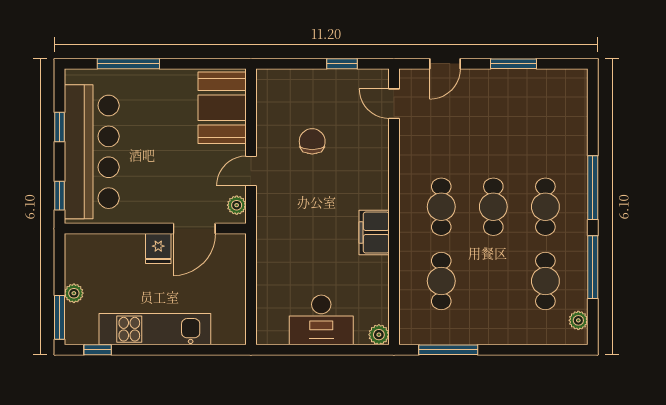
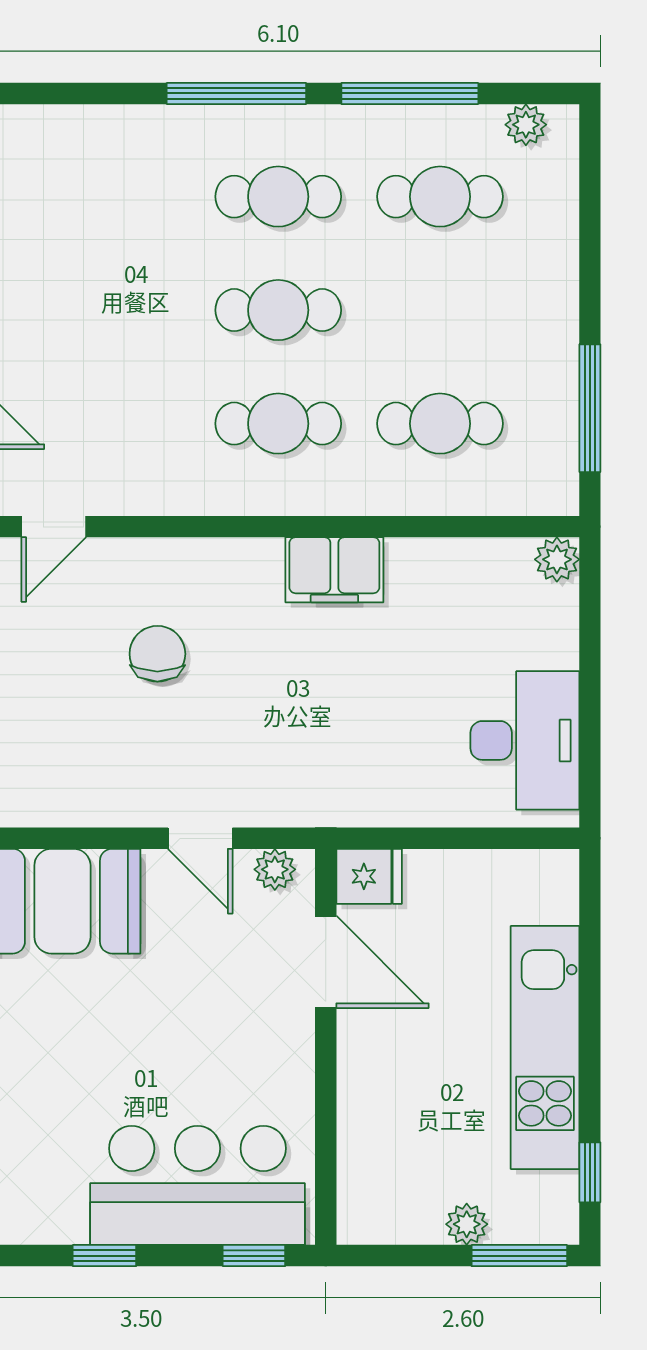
chair: (312, 141) -> (157, 654), moved, turned 90
bar counter: (92, 152) -> (197, 1185), width x0.73
fridge: (158, 248) -> (369, 876), moved
desk: (321, 320) -> (525, 740), moved

